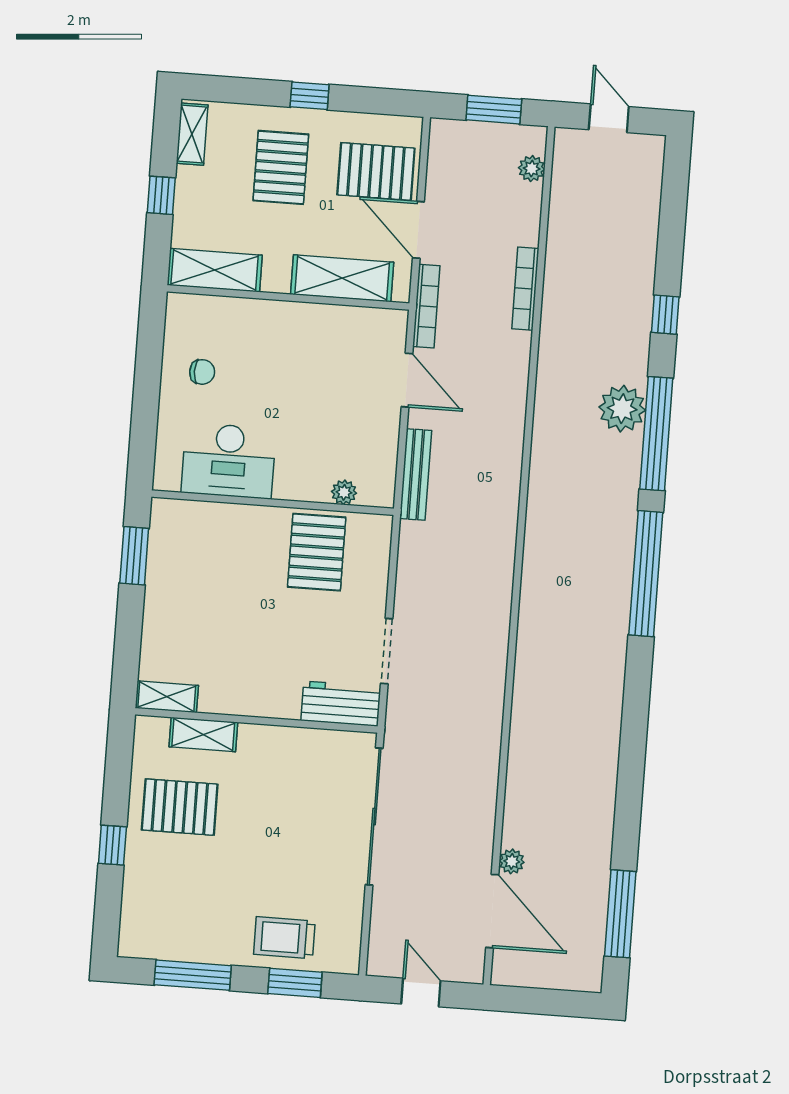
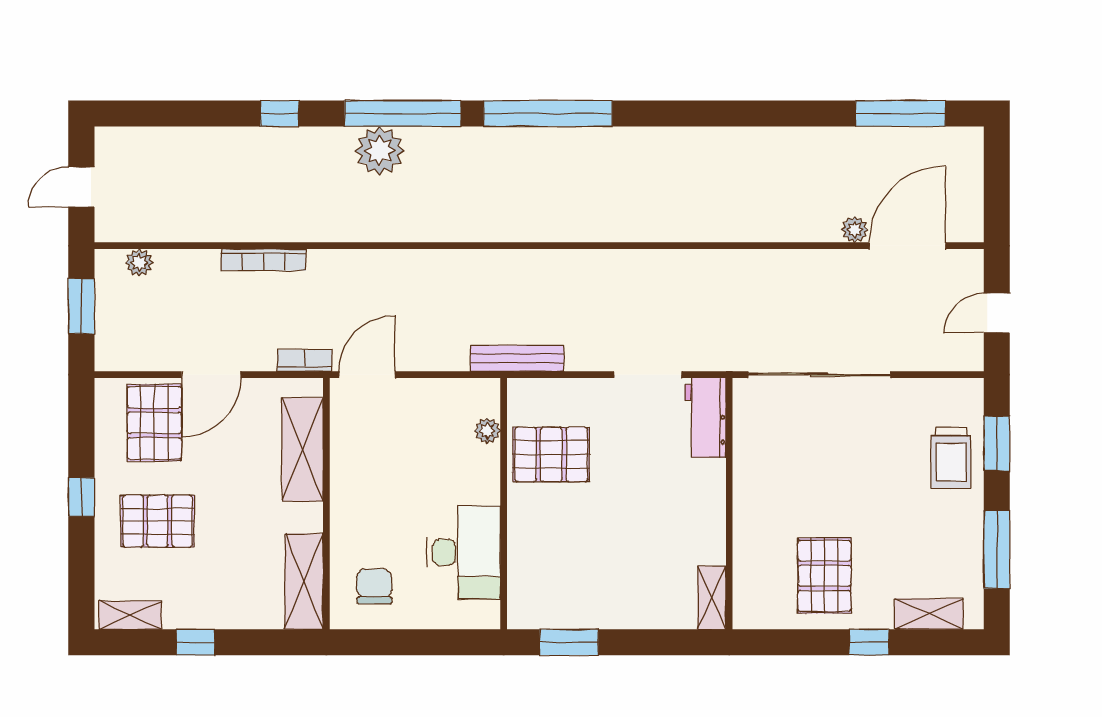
shelving: (215, 270) -> (304, 581), moved
shelving: (342, 278) -> (302, 449), moved
wall: (288, 297) -> (326, 504), moved
bookcase: (426, 306) -> (305, 360), width x0.64
chair: (202, 372) -> (374, 586), width x1.37, depth x1.37
bench: (416, 474) -> (517, 358), moved
shelving: (203, 735) -> (929, 614), moved, turned 90

